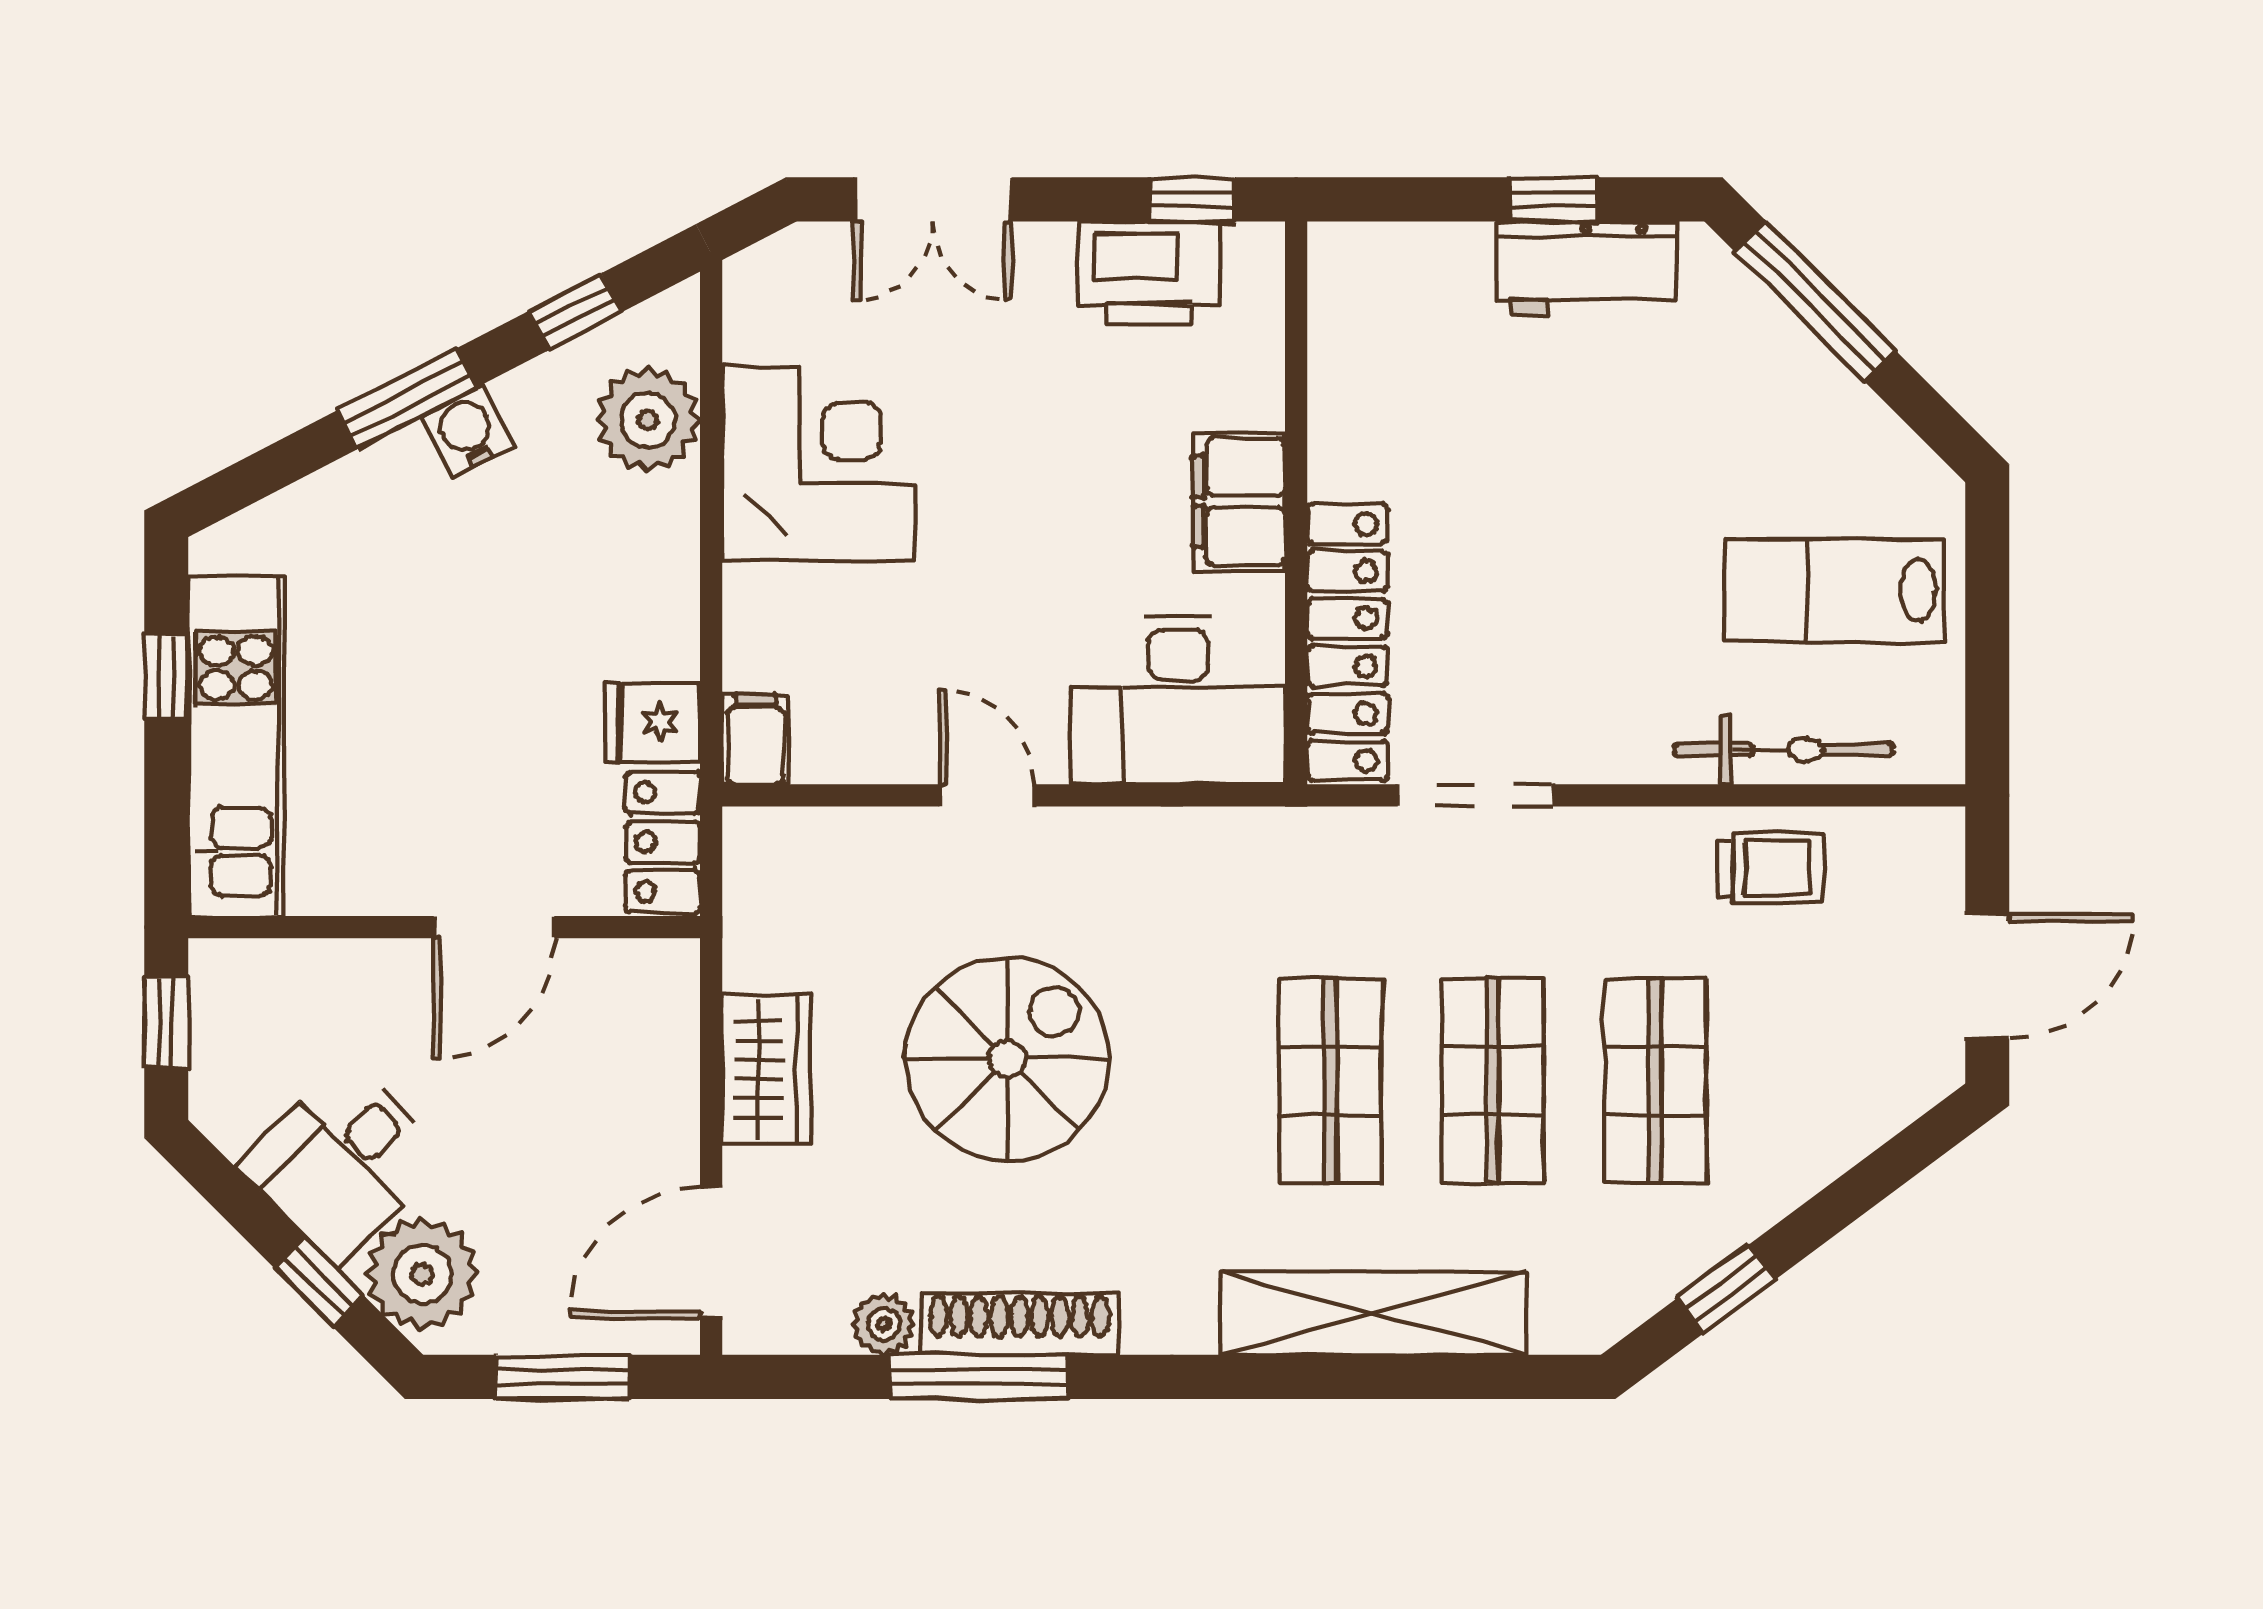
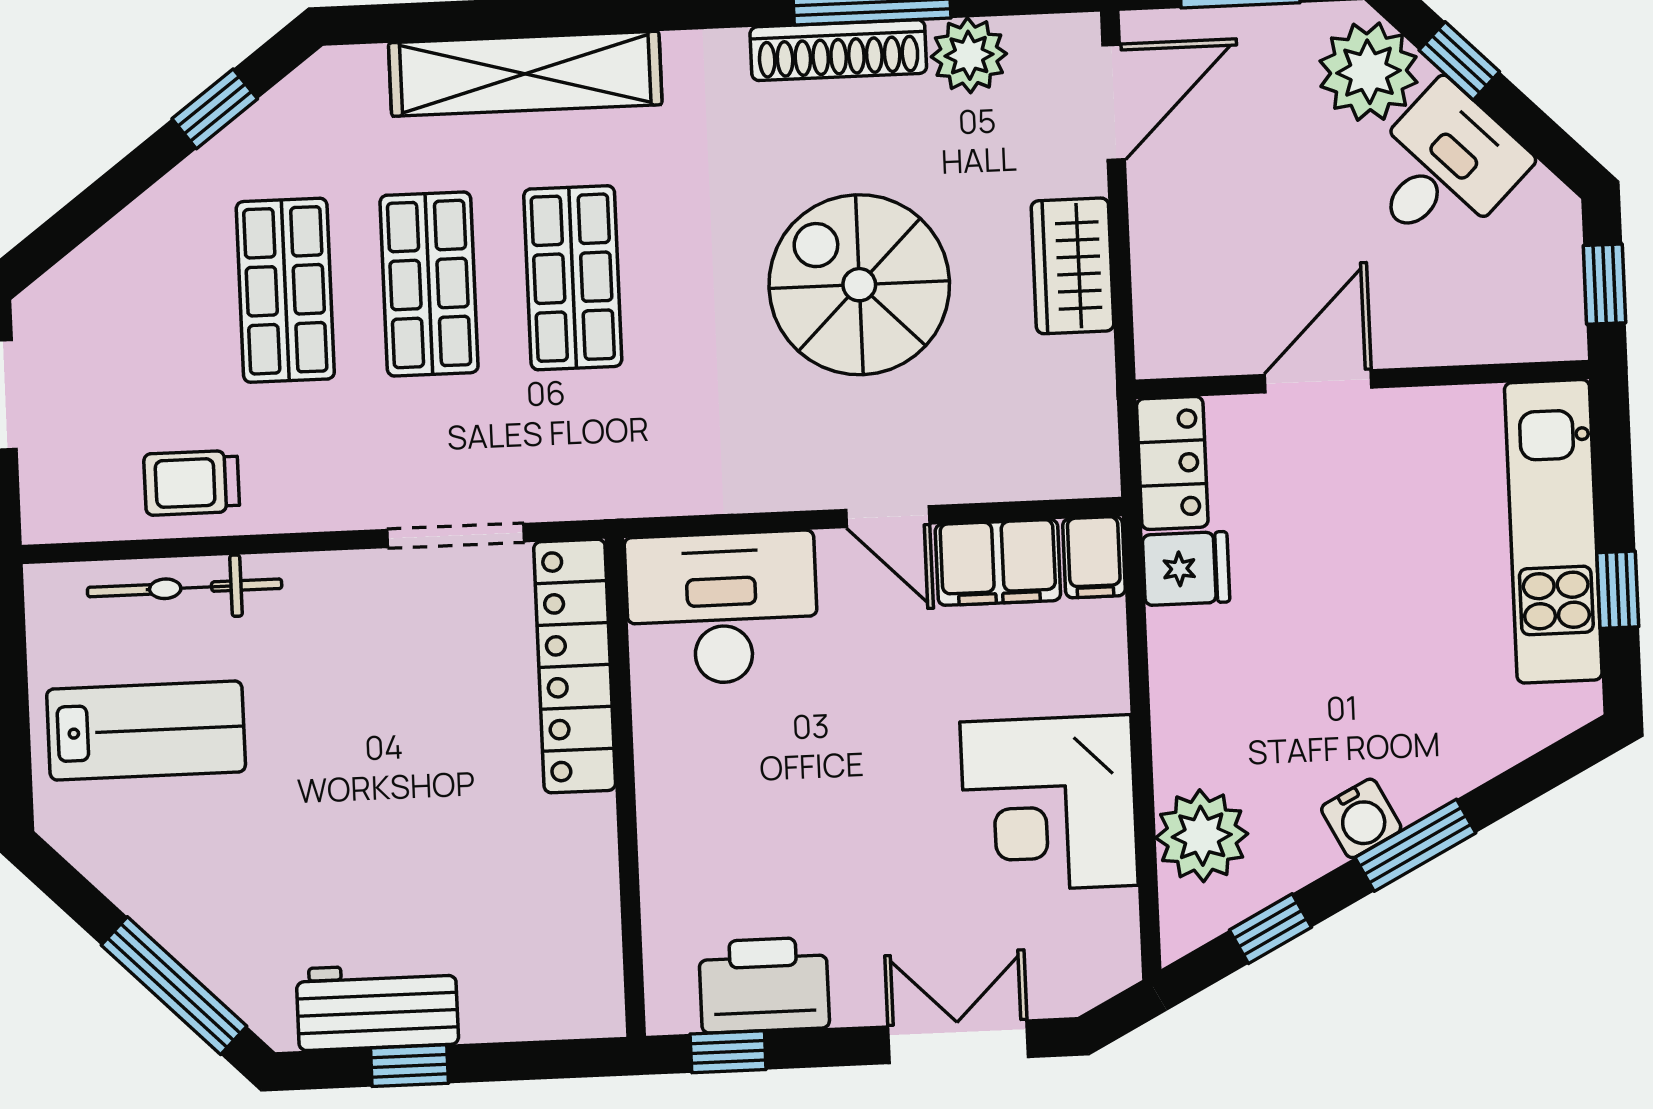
filing cabinet: (1239, 502) -> (998, 562), moved, turned 90
spiral stairs: (1007, 1059) -> (859, 285), turned 90
plant: (884, 1324) -> (969, 55), width x1.38, depth x1.38

